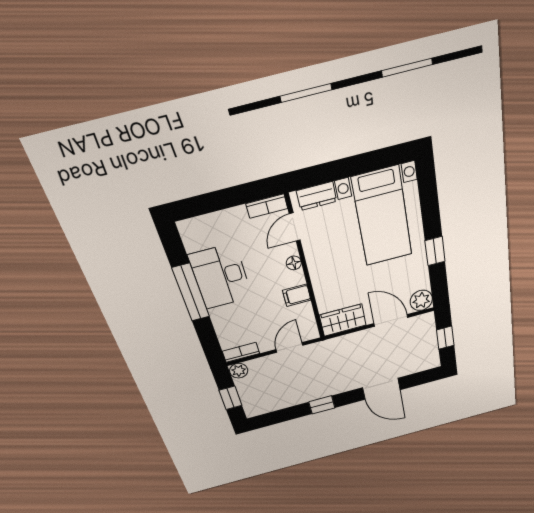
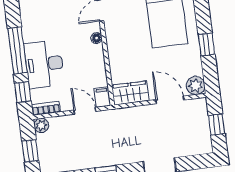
desk: (221, 276) -> (44, 64), moved
filing cabinet: (297, 295) -> (102, 97), moved, turned 90
window: (208, 339) -> (23, 92), added
door: (289, 347) -> (85, 111), hinge flipped

